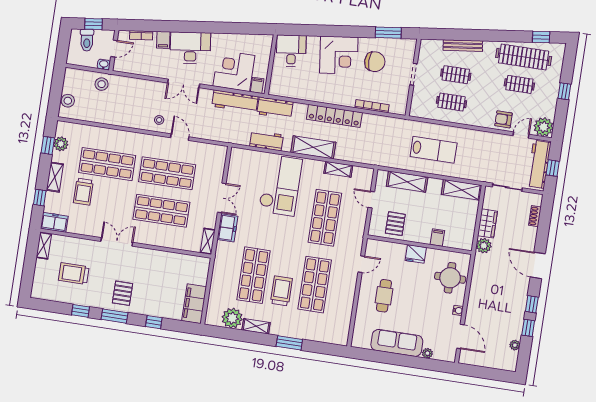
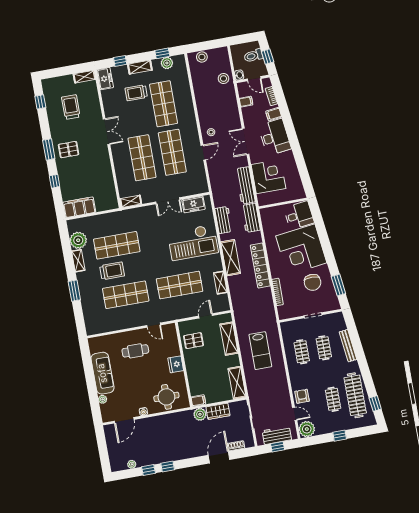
corner desk: (339, 55) -> (301, 249), width x1.36, depth x1.36
filing cabinet: (257, 85) -> (246, 102), moved
workbench: (539, 164) -> (277, 435), width x0.73
freezer: (227, 228) -> (193, 204), moved
filing cabinet: (437, 238) -> (198, 401), moved
door: (538, 265) -> (219, 457), moved
window: (80, 311) -> (40, 102), moved

